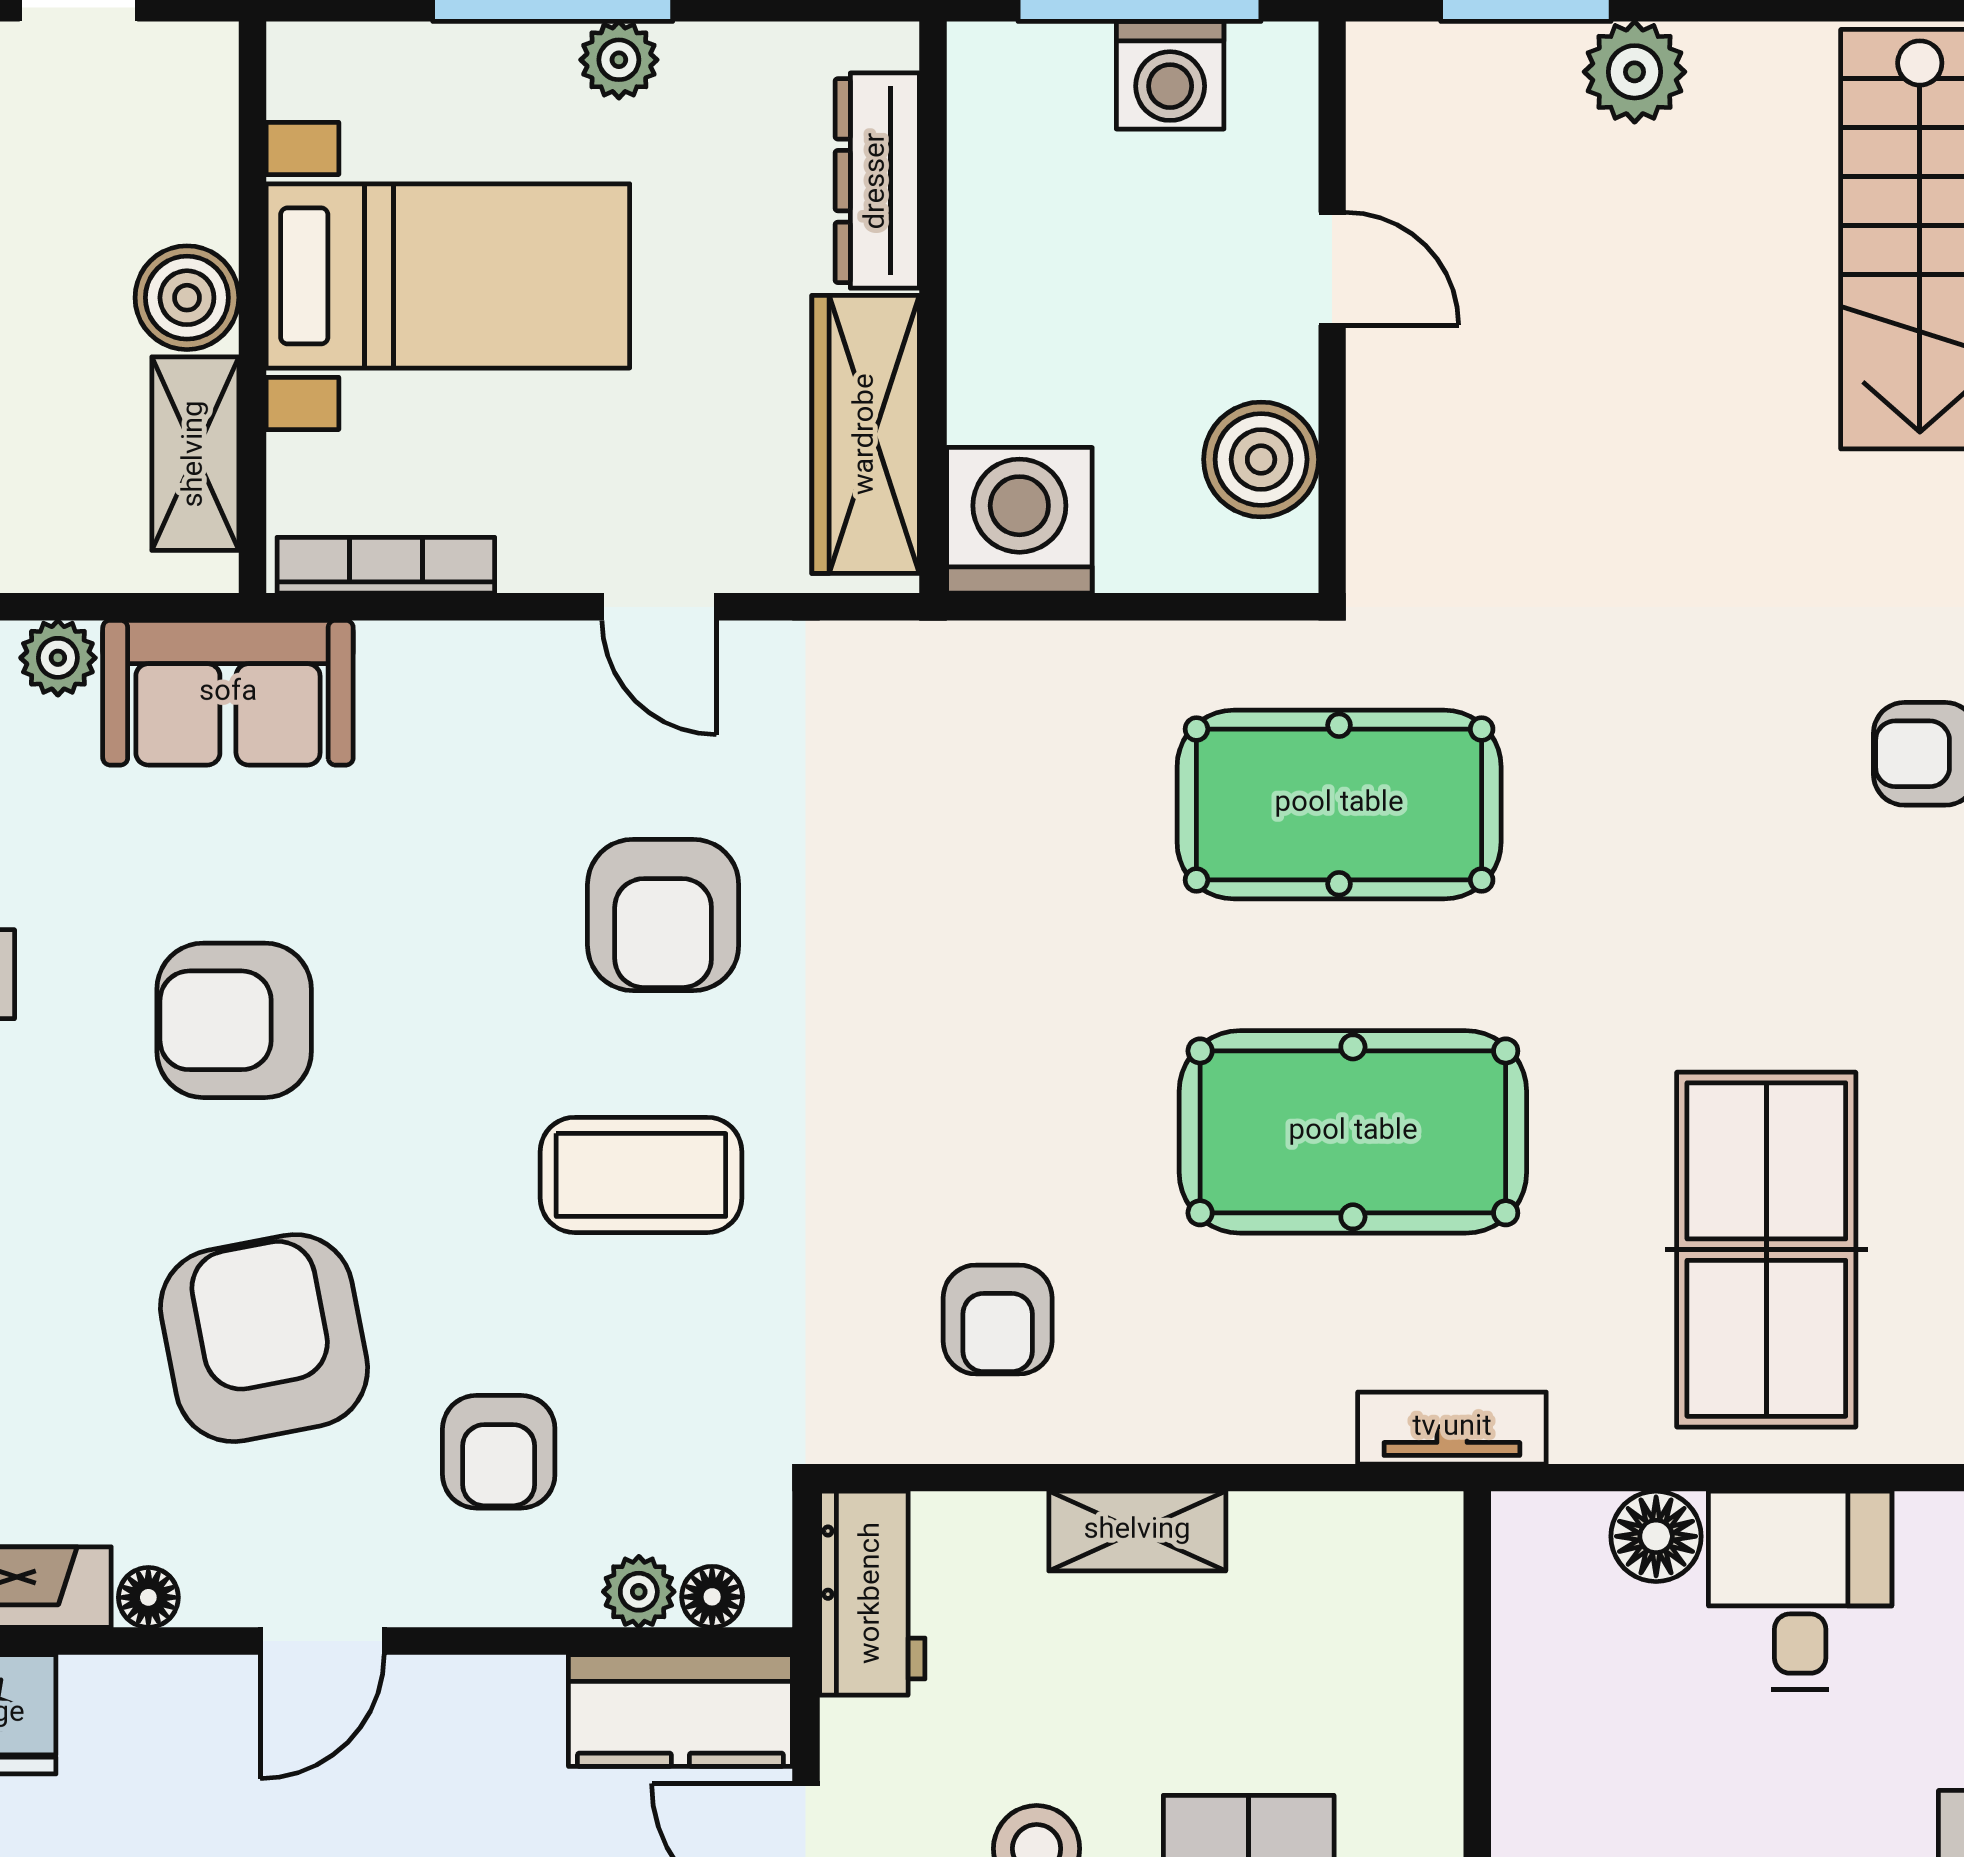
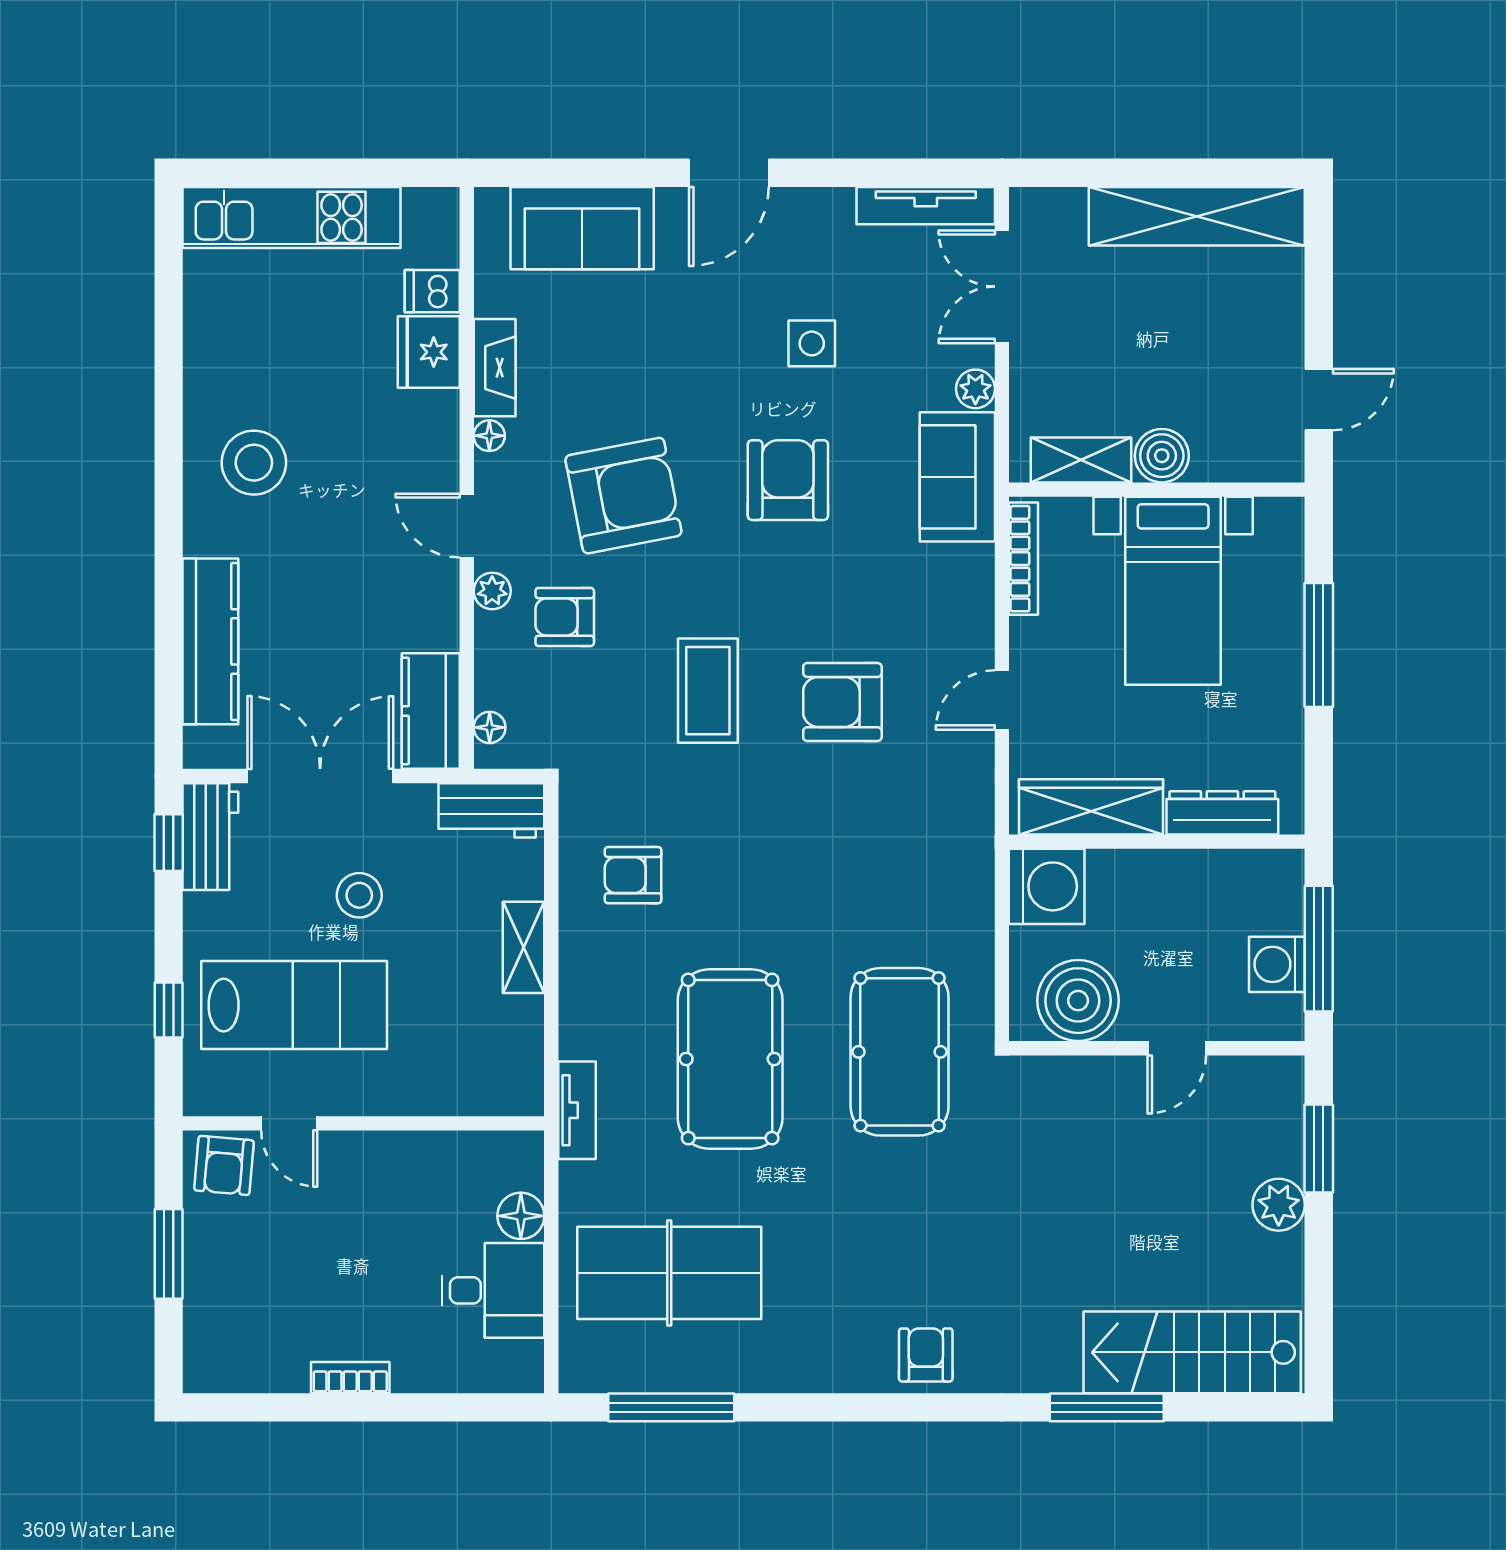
plant: (619, 60) -> (1285, 679), removed
boiler: (1261, 459) -> (1078, 1001), width x1.37, depth x1.37
plant: (639, 1592) -> (492, 591), moved

